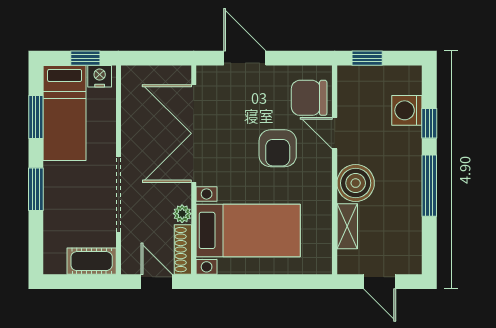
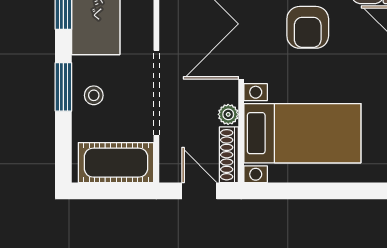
armchair: (278, 148) -> (308, 27), moved
stool: (63, 197) -> (94, 95), added
cot: (92, 261) -> (116, 163), width x1.37, depth x1.34

